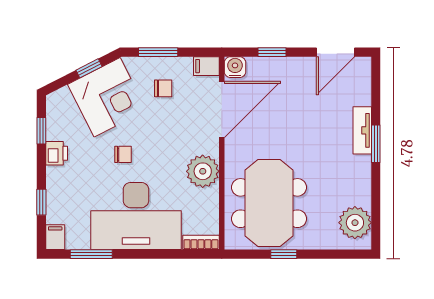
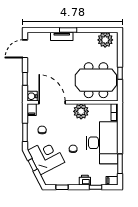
door: (336, 52) -> (25, 49), swing flipped
printer: (57, 153) -> (85, 180), moved

